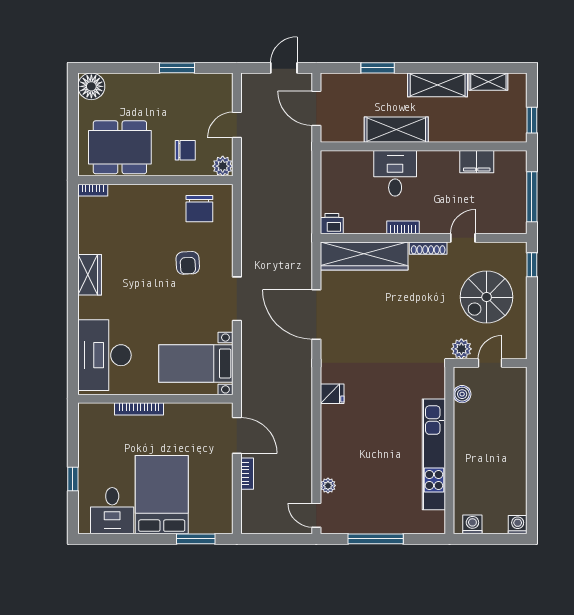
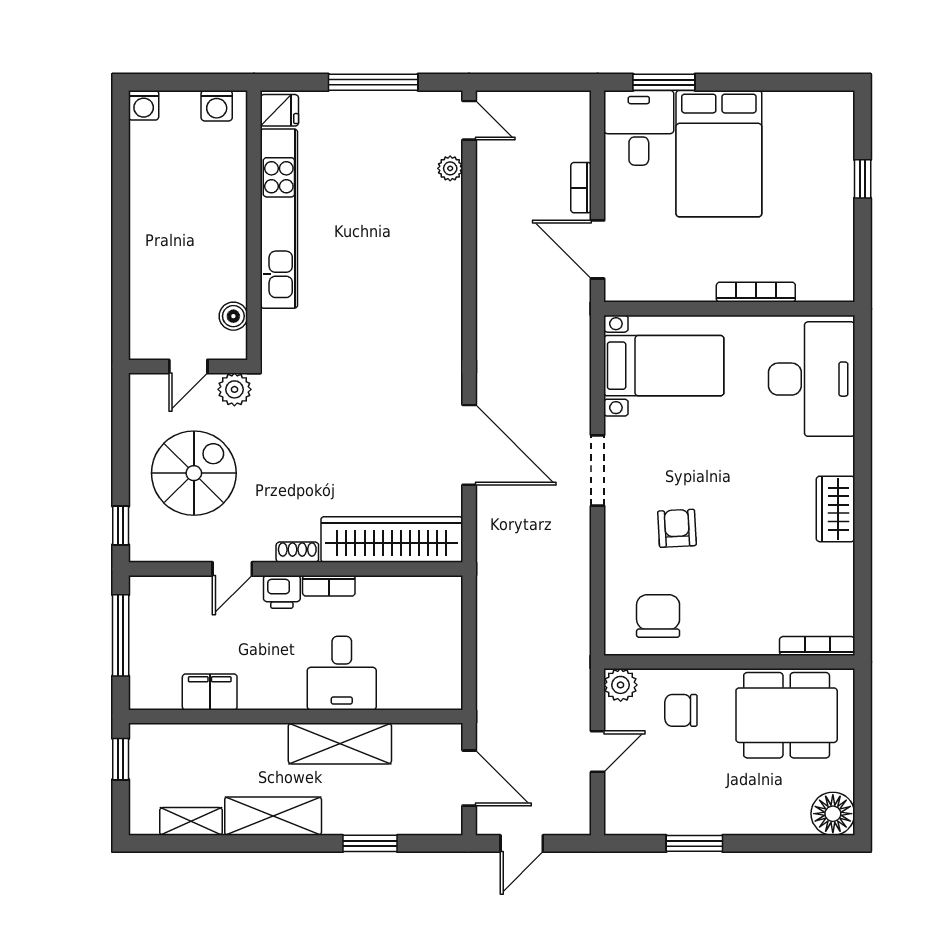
bookcase: (93, 190) -> (817, 646), width x1.56
printer: (332, 224) -> (282, 592), moved
shoe rack: (428, 248) -> (297, 552), width x0.70
fridge: (332, 394) -> (279, 110), moved, turned 180
desk: (112, 511) -> (639, 128), moved

